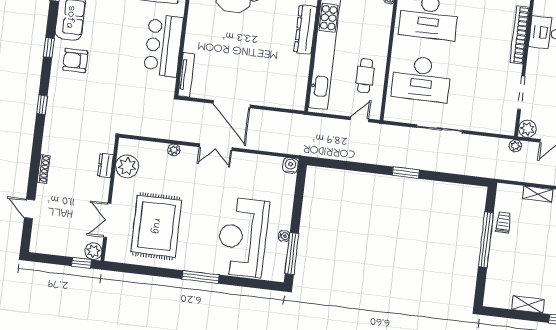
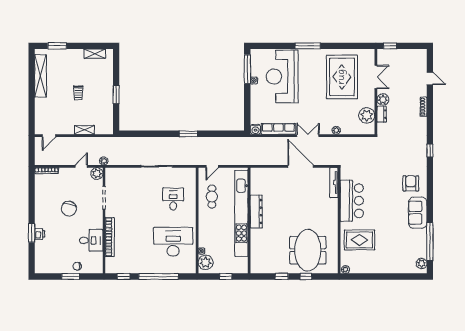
dresser: (305, 30) -> (256, 212), moved
window: (49, 48) -> (430, 190), removed
armchair: (75, 60) -> (411, 183), turned -90
desk: (421, 79) -> (173, 199), width x0.53, depth x0.77
row of seats: (257, 162) -> (278, 129), added
window: (406, 173) -> (189, 134), moved
trolley: (503, 222) -> (78, 93), moved
reception desk: (243, 237) -> (282, 76), turned 180
window: (486, 240) -> (116, 95), width x0.47
plant: (93, 251) -> (383, 100), moved
shelving: (528, 304) -> (95, 54), moved

